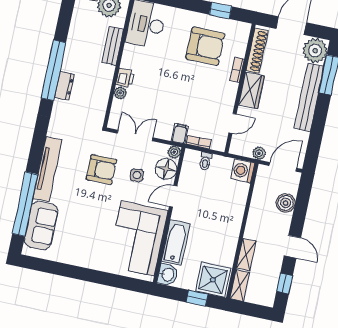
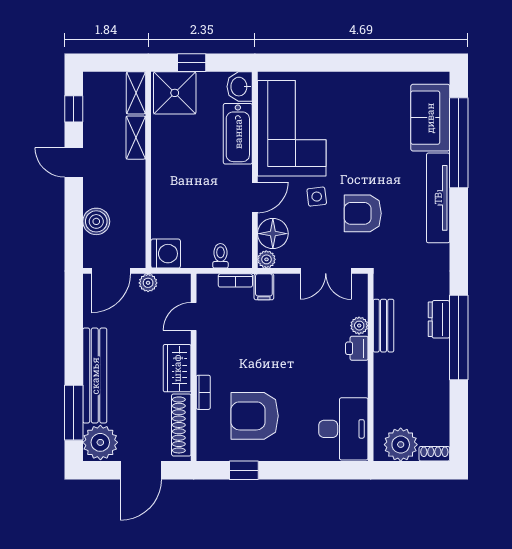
bench: (113, 46) -> (383, 326), moved
side table: (137, 175) -> (317, 197), moved

